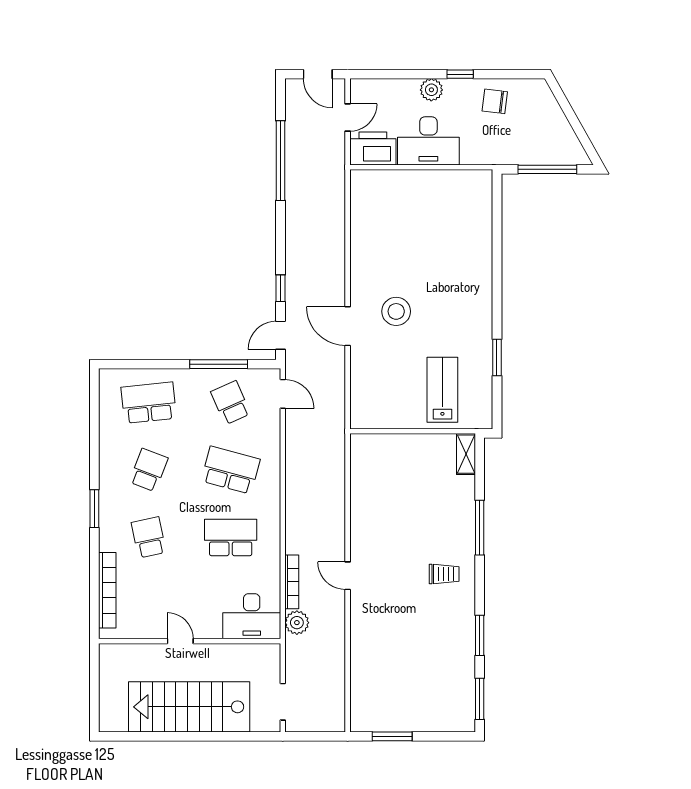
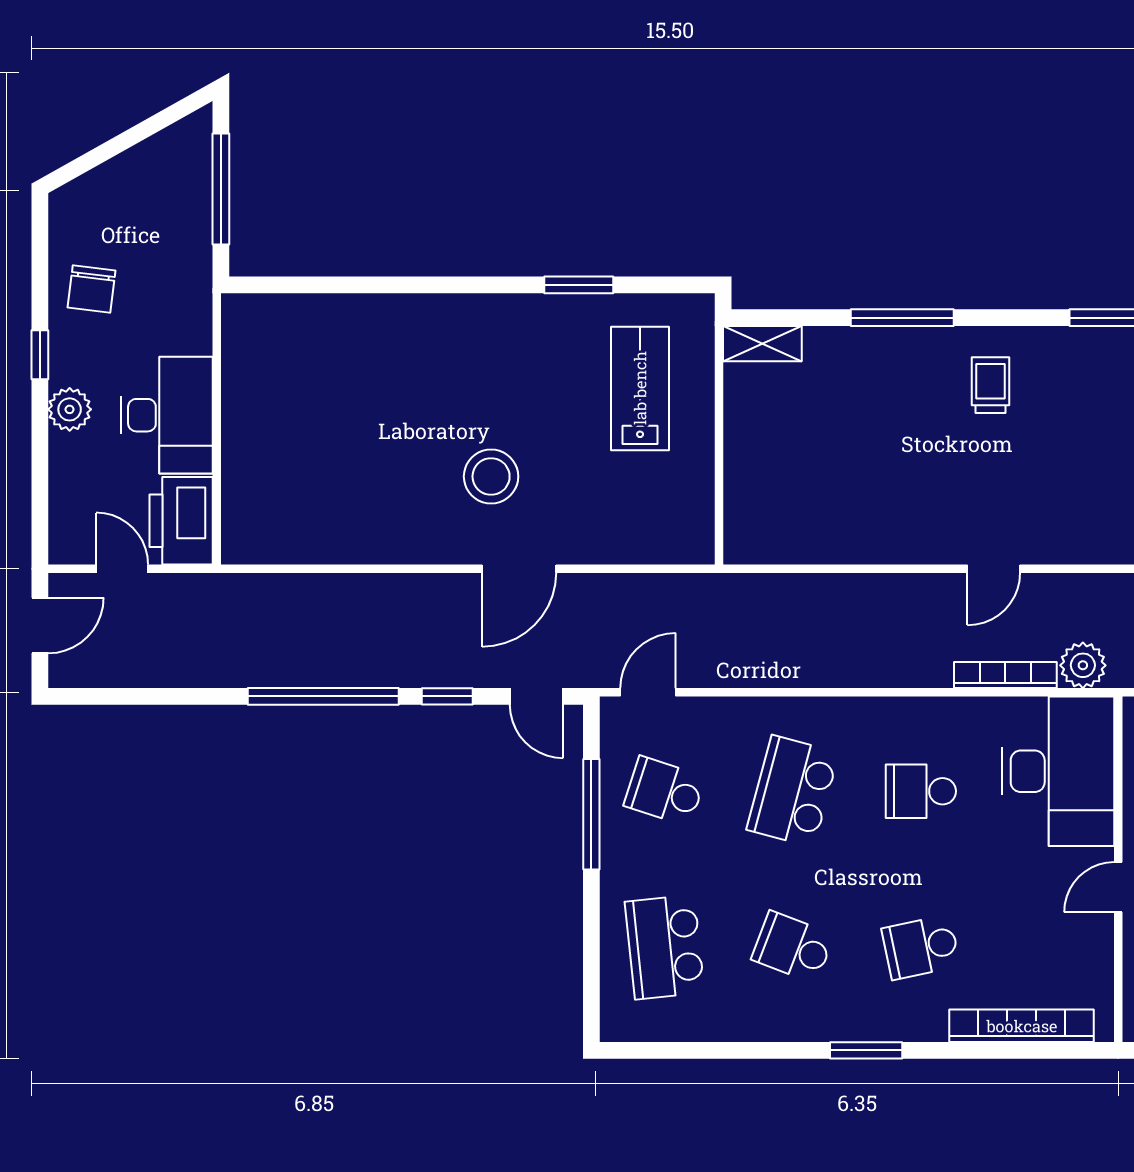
window: (281, 161) -> (323, 696), moved
lab bench: (442, 390) -> (640, 388), turned 90
school desk: (231, 403) -> (665, 791), turned 42
school desk: (231, 537) -> (921, 791), width x0.54
desk: (252, 616) -> (1058, 771), width x1.36, depth x1.30

